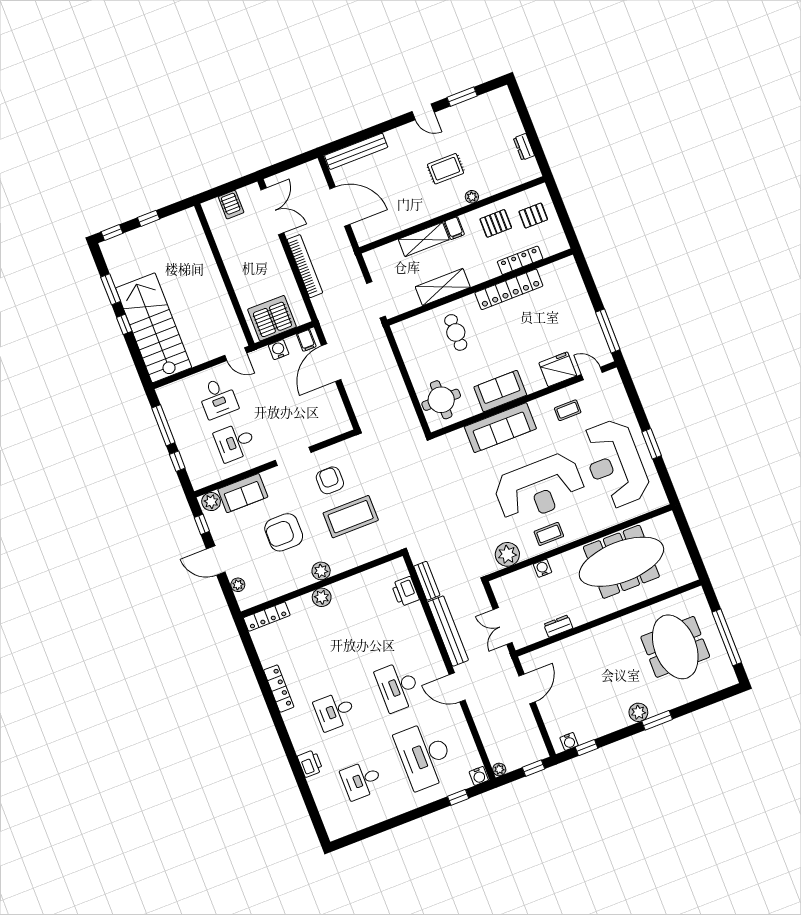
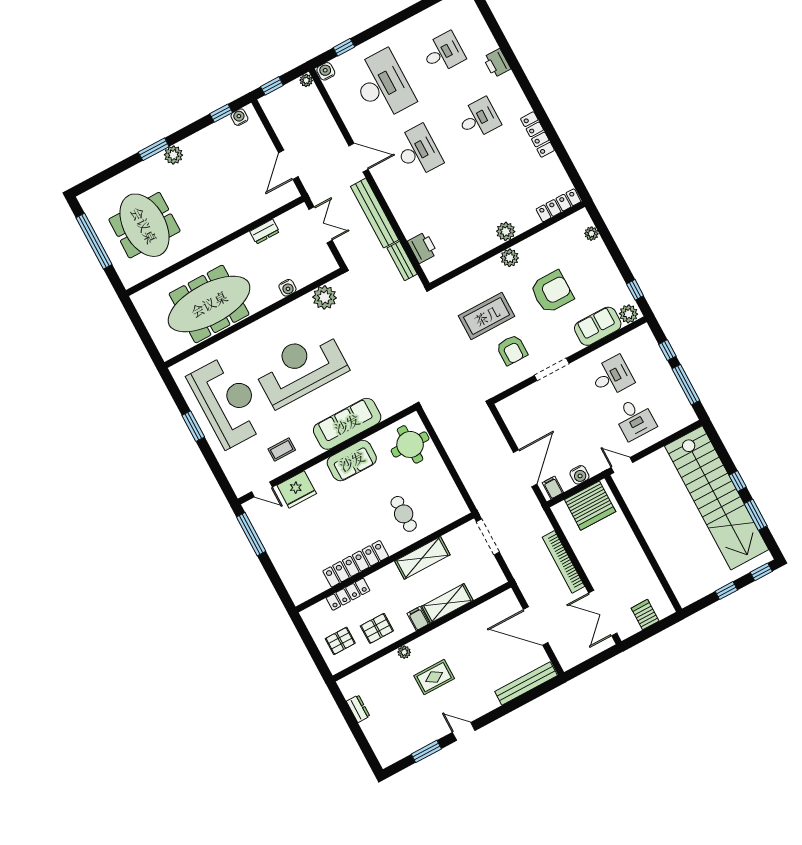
stairs: (154, 328) -> (717, 498), width x1.36
desk: (218, 398) -> (635, 419), turned 180
coffee table: (549, 534) -> (285, 323), removed
door: (216, 561) -> (617, 255), removed

